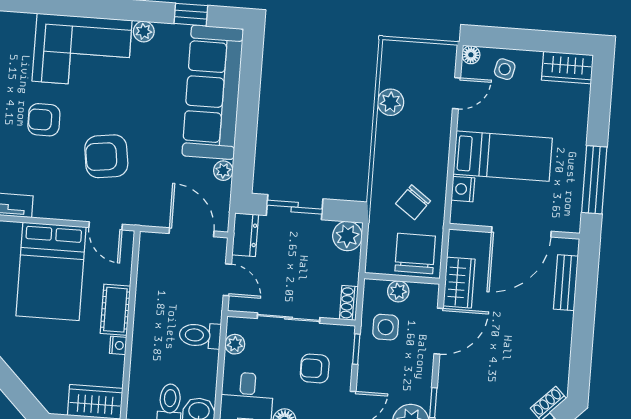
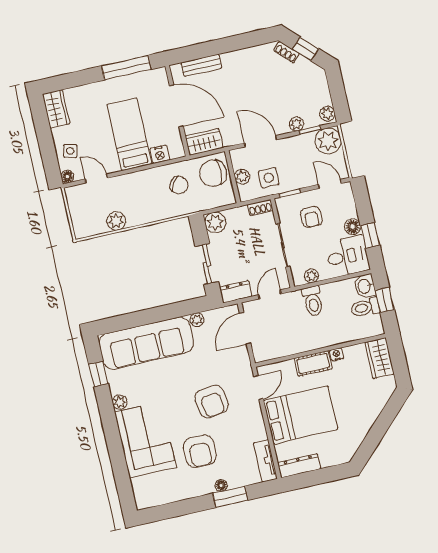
armchair: (44, 120) -> (200, 451), width x1.38, depth x1.38
wardrobe: (459, 283) -> (204, 142), moved
plant: (447, 387) -> (297, 124), added

